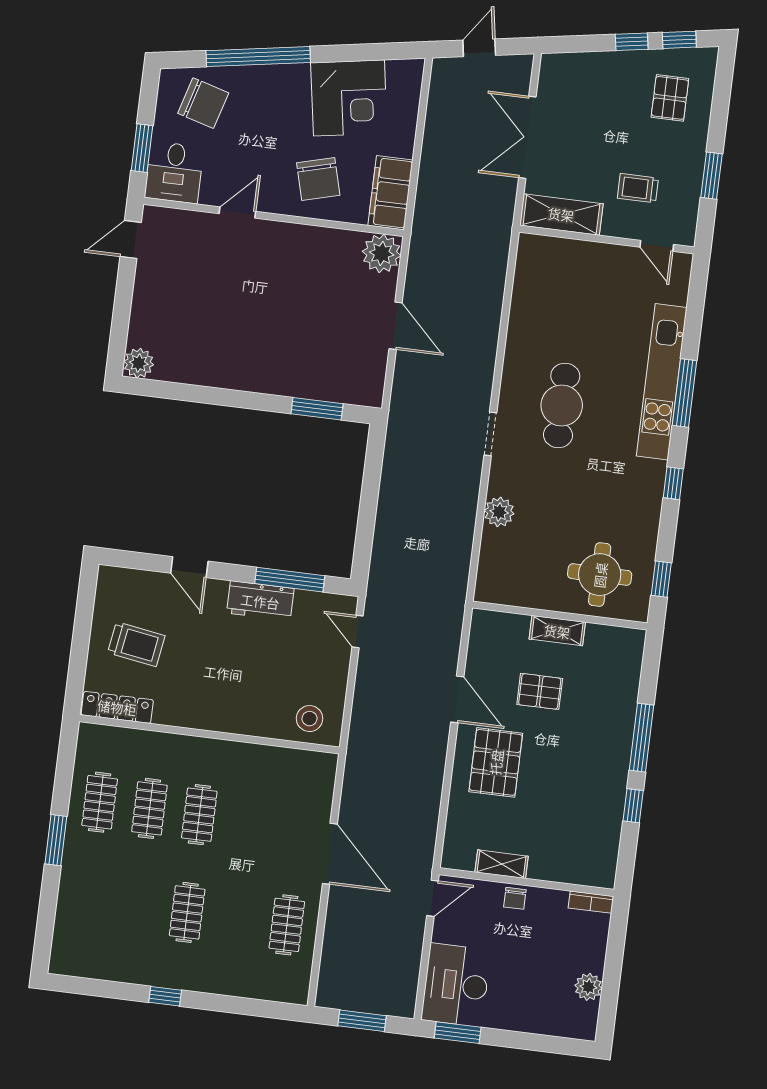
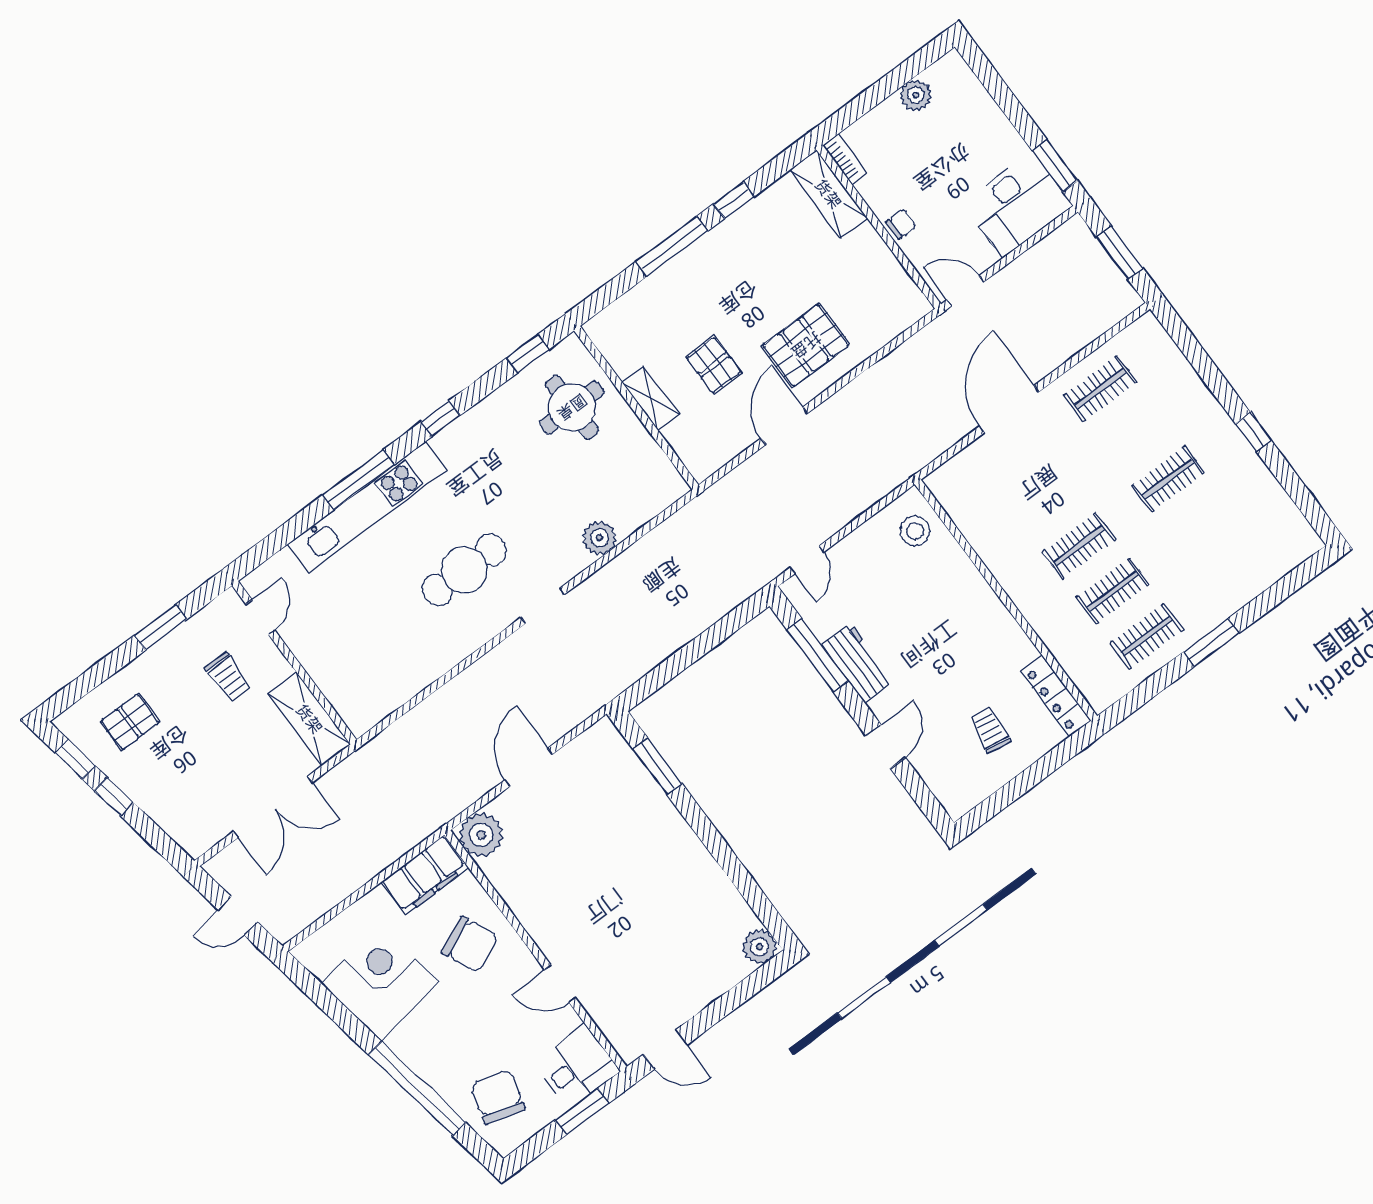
chair: (318, 179) -> (470, 944), turned 81
trolley: (136, 644) -> (990, 730), width x0.73, depth x0.72
shelving: (502, 864) -> (828, 194), moved, width x1.50, depth x1.33

